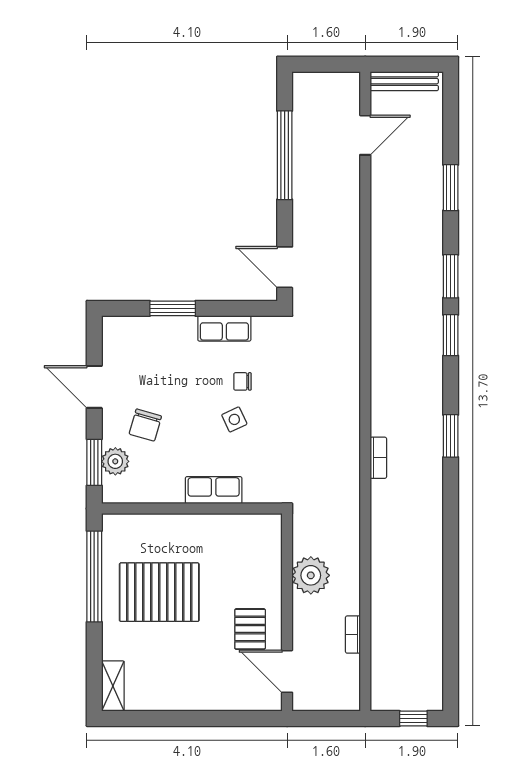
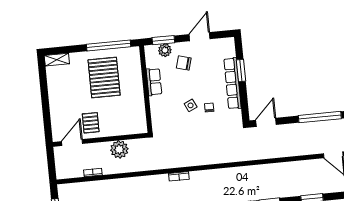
row of seats: (224, 328) -> (233, 83), width x2.02
row of seats: (214, 490) -> (154, 82), moved
pallet: (250, 629) -> (91, 123), turned 90

